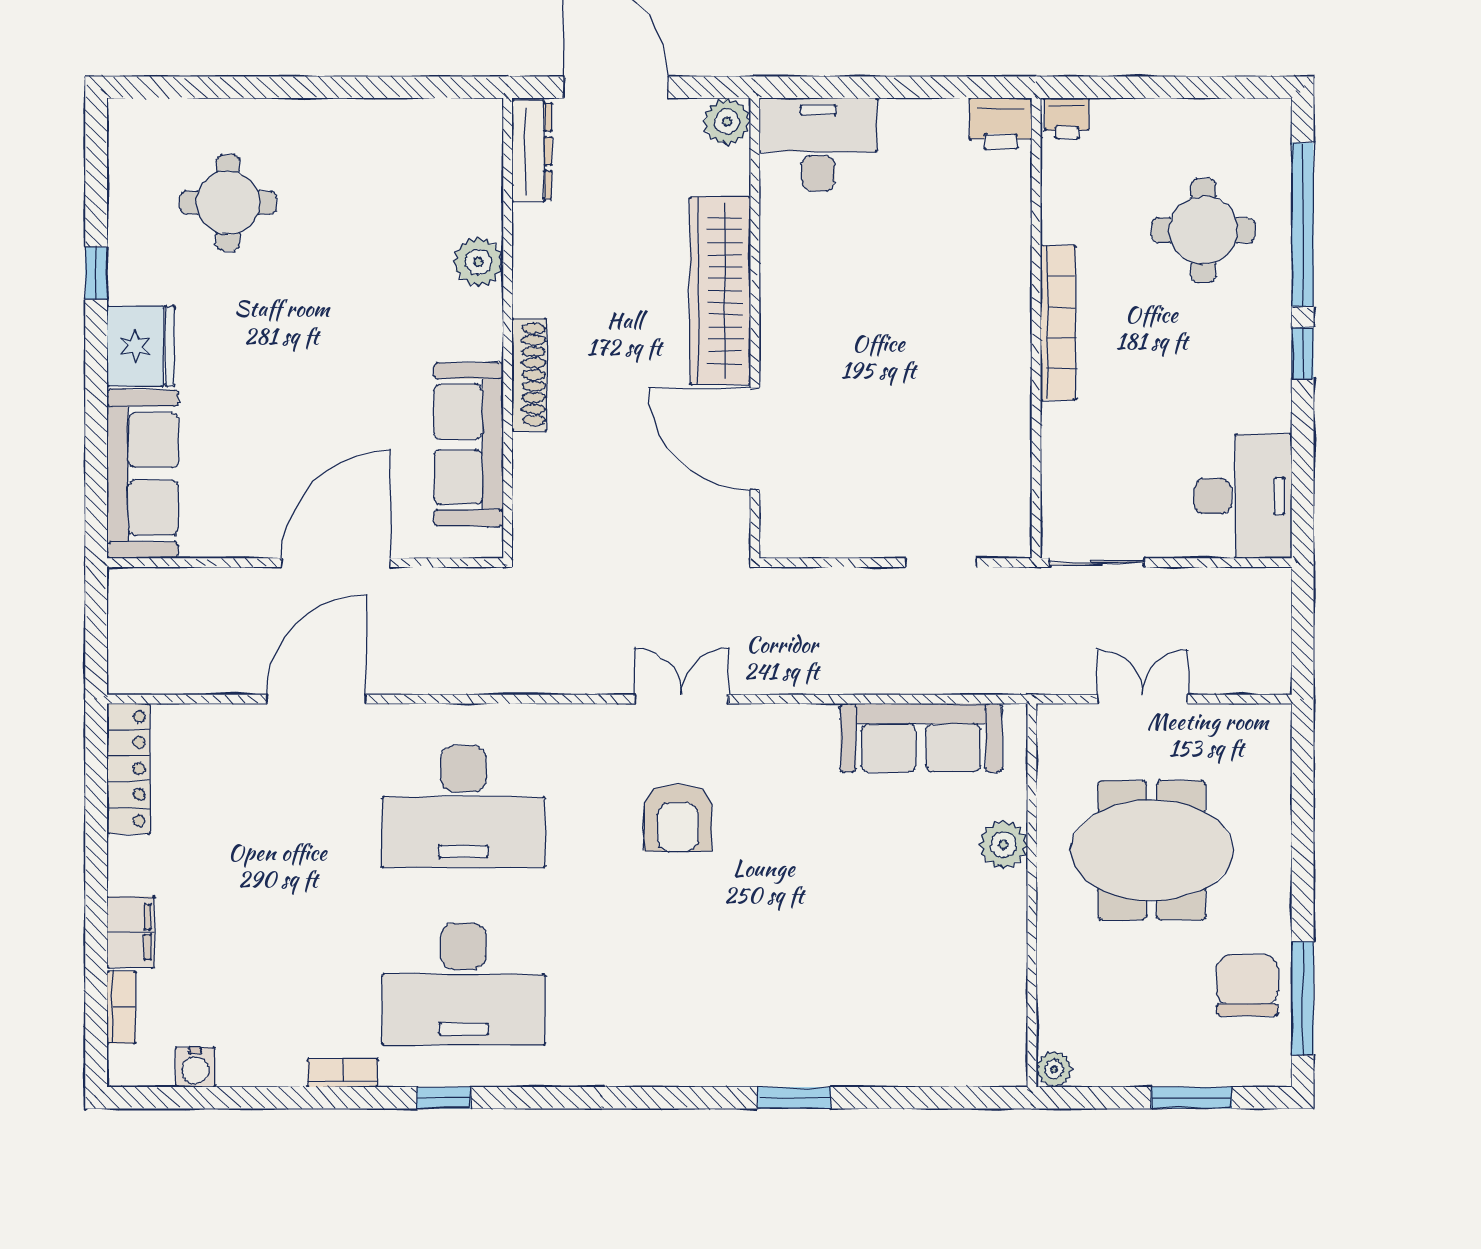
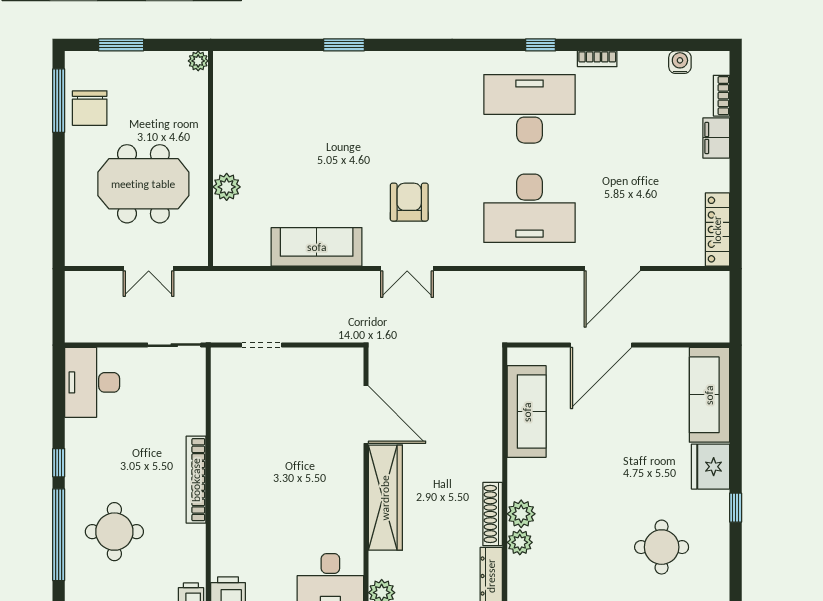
plant: (481, 211) -> (520, 542), added
shoe rack: (529, 374) -> (493, 514), moved
sofa: (921, 738) -> (317, 247), moved
desk: (463, 807) -> (529, 208), turned 180

